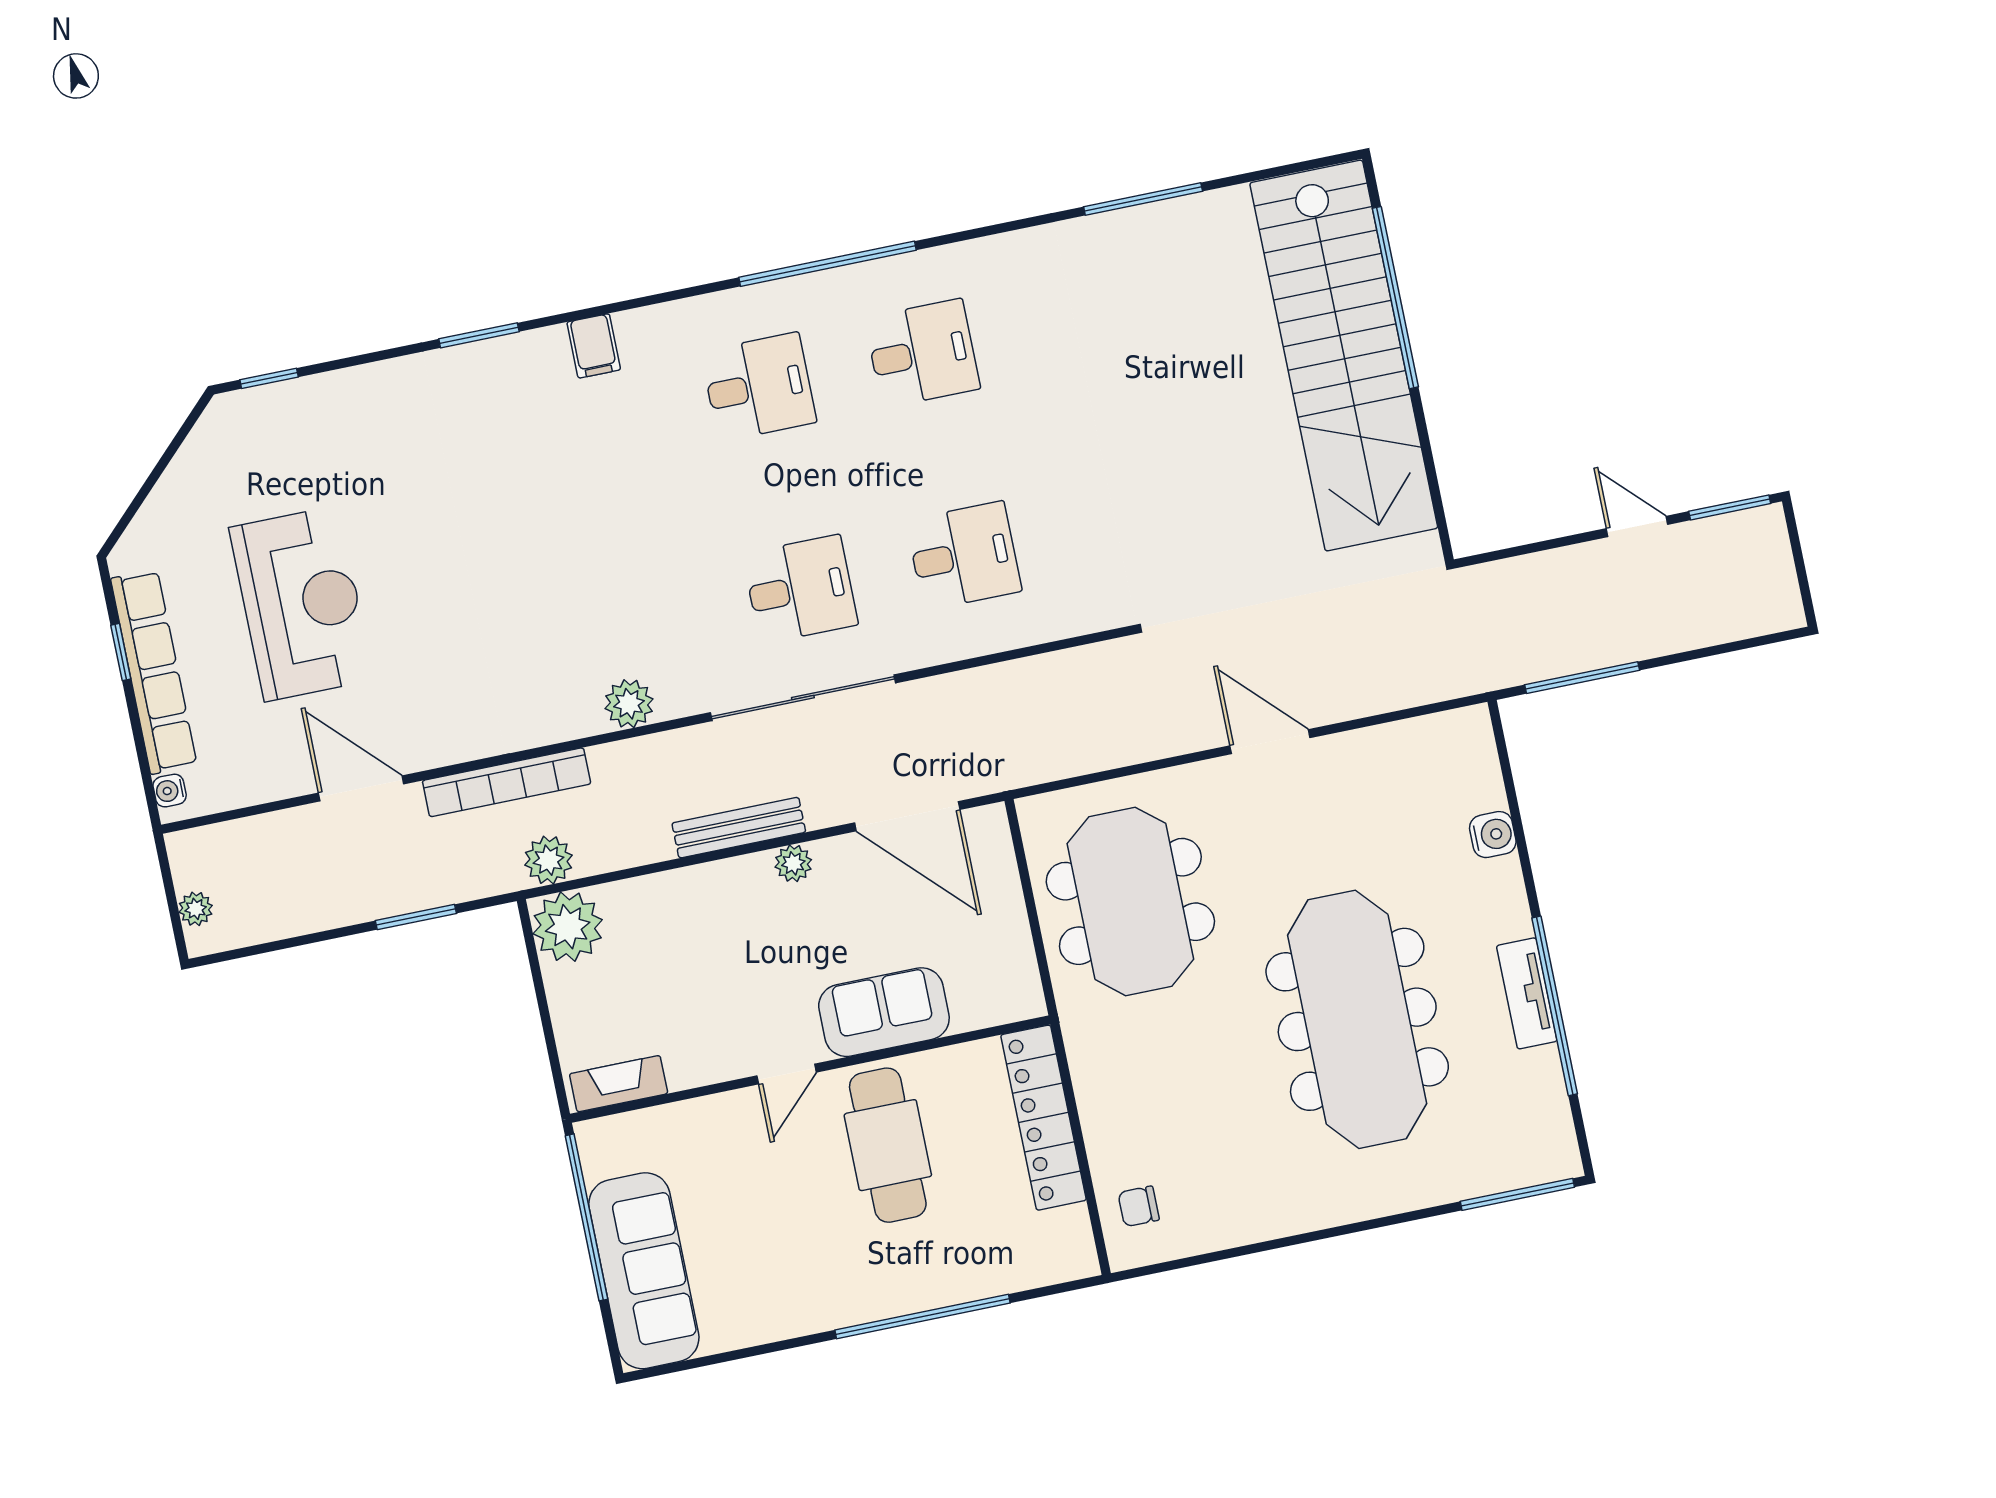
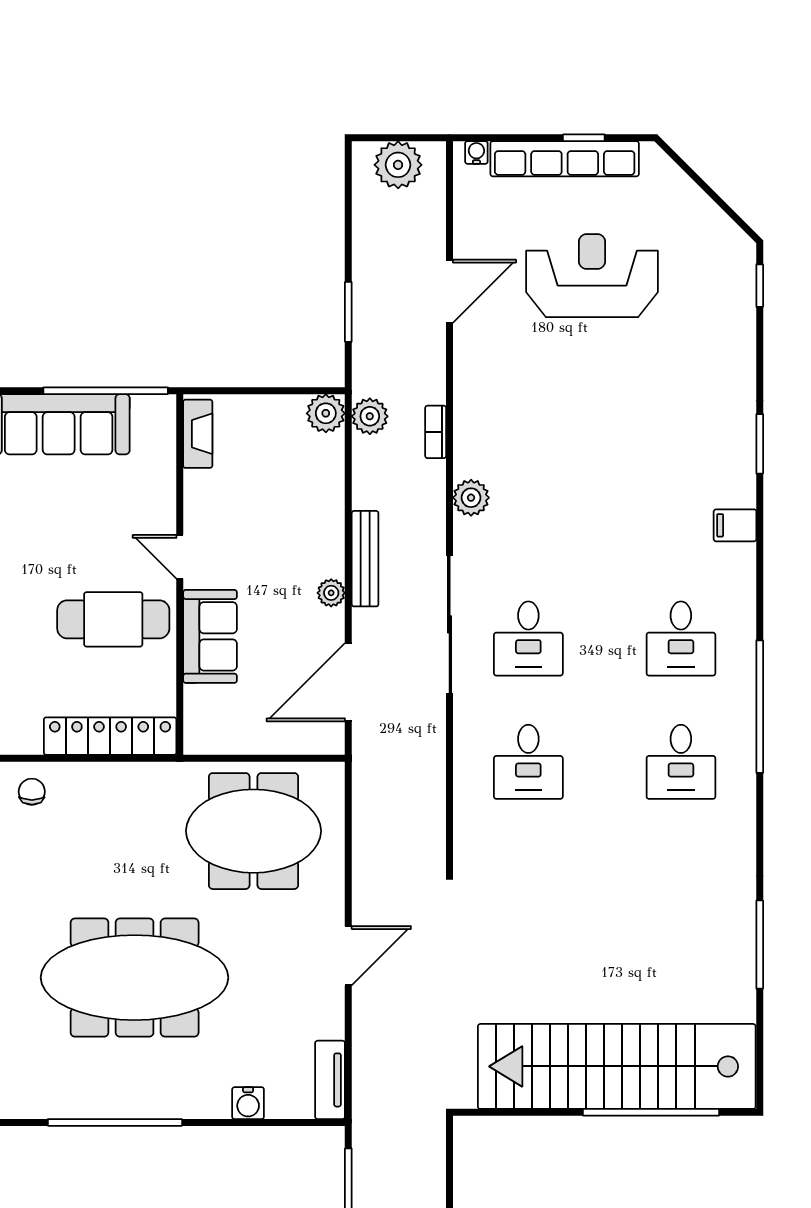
reception desk: (301, 604) -> (592, 276), turned 180
bookcase: (507, 782) -> (436, 432), width x0.43, depth x0.76
plant: (196, 909) -> (398, 165), width x1.87, depth x1.87
plant: (568, 927) -> (326, 413), width x0.73, depth x0.73
tv unit: (1527, 993) -> (330, 1080), moved, turned -90

